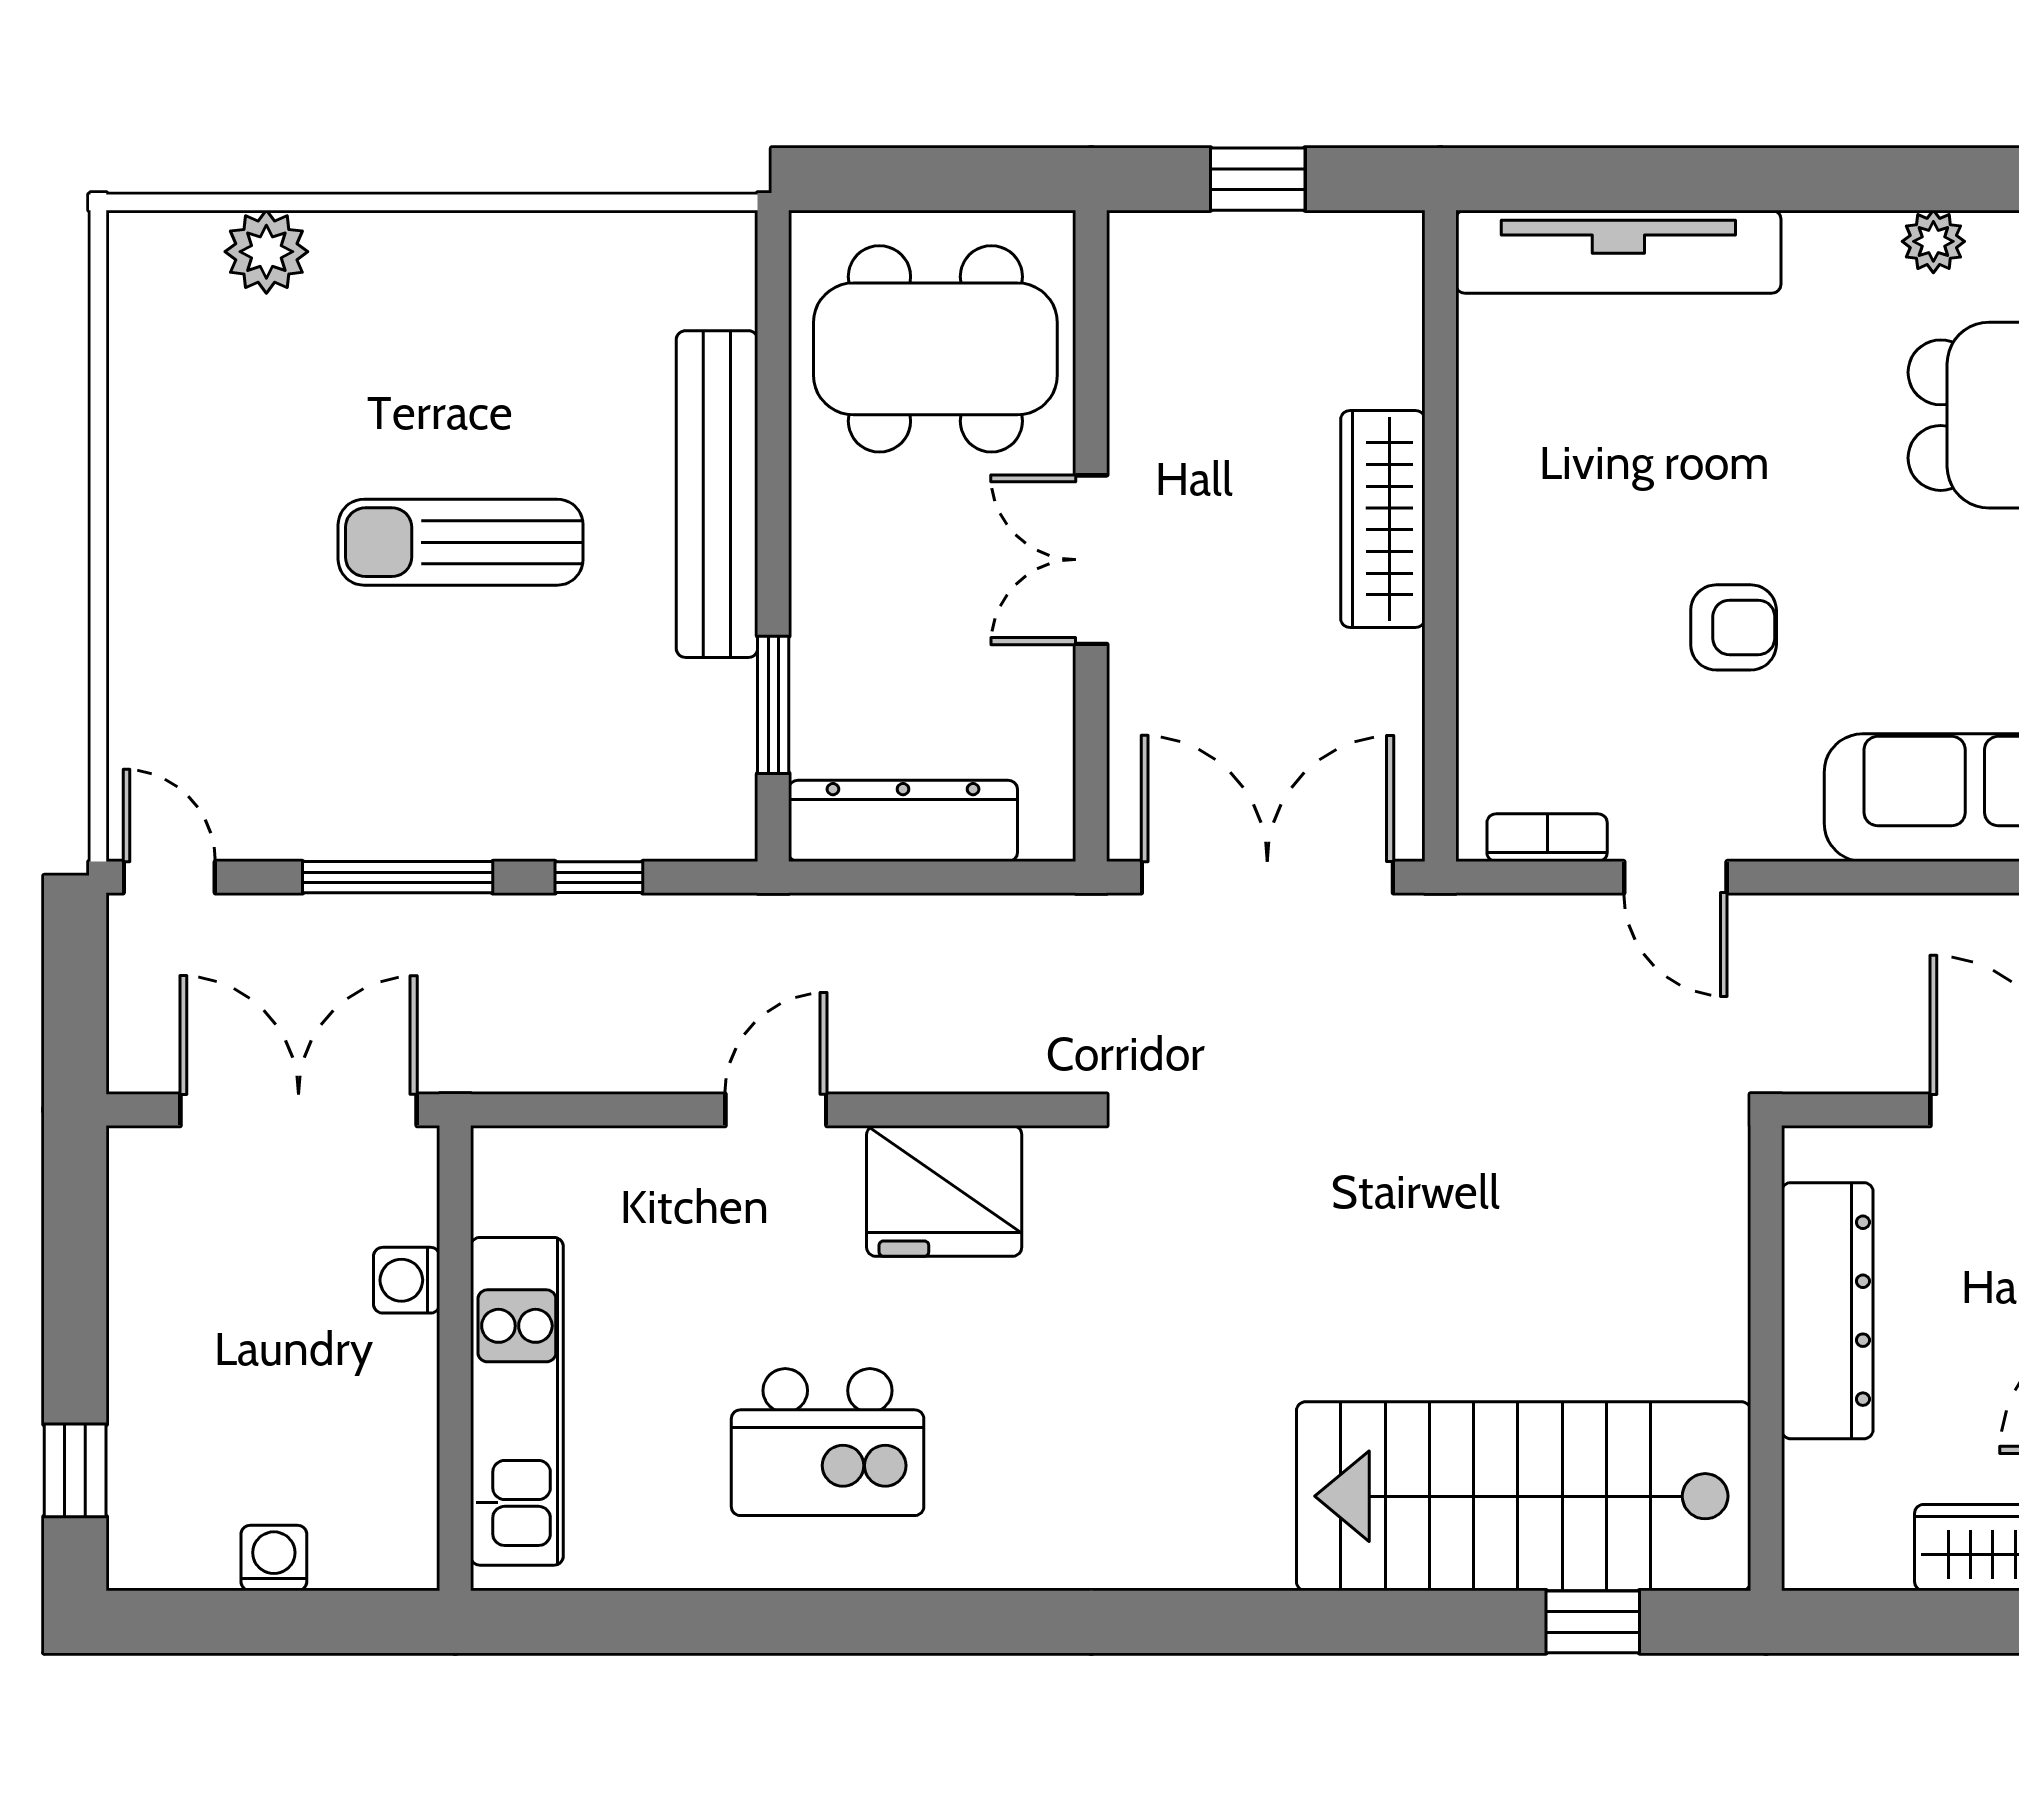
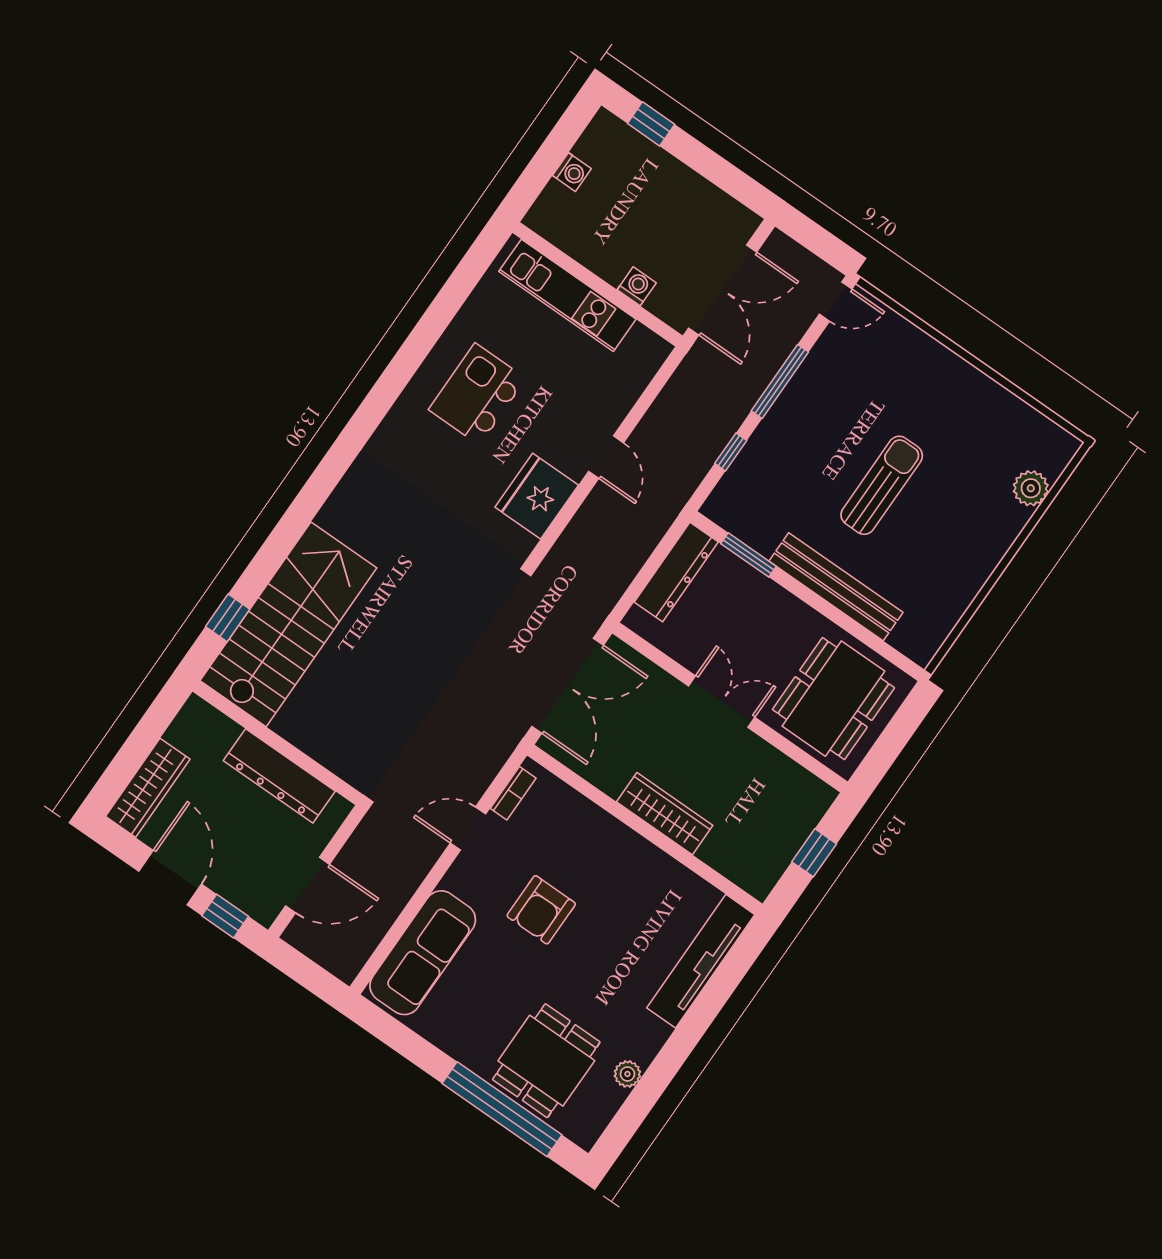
armchair: (1734, 627) -> (541, 910), width x1.38, depth x1.38

